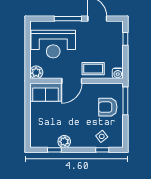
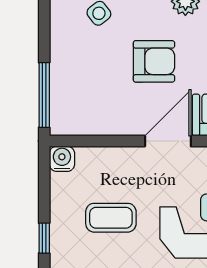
coffee table: (93, 69) -> (111, 218), moved
armchair: (108, 107) -> (154, 61), moved

